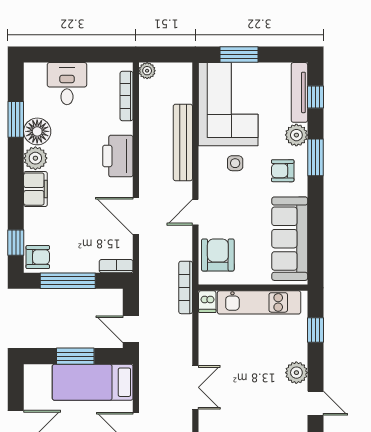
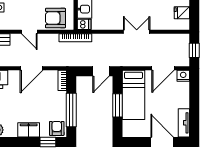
filing cabinet: (35, 189) -> (29, 130), moved

